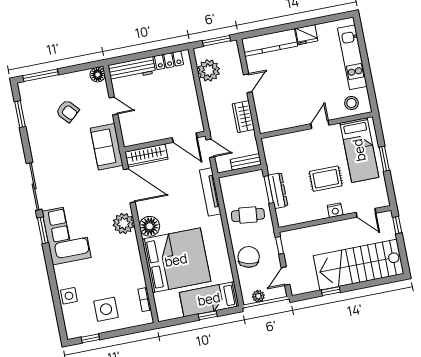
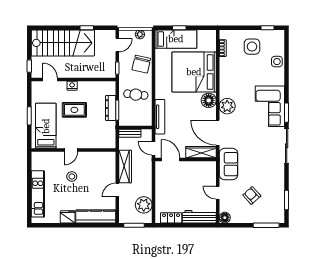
stool: (351, 103) -> (72, 176), moved
wardrobe: (243, 117) -> (125, 167), width x1.50

